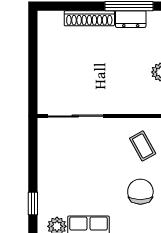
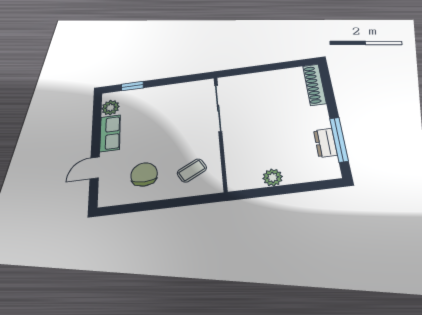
shoe rack: (89, 18) -> (314, 85), moved
chair: (140, 192) -> (144, 174), turned -90

